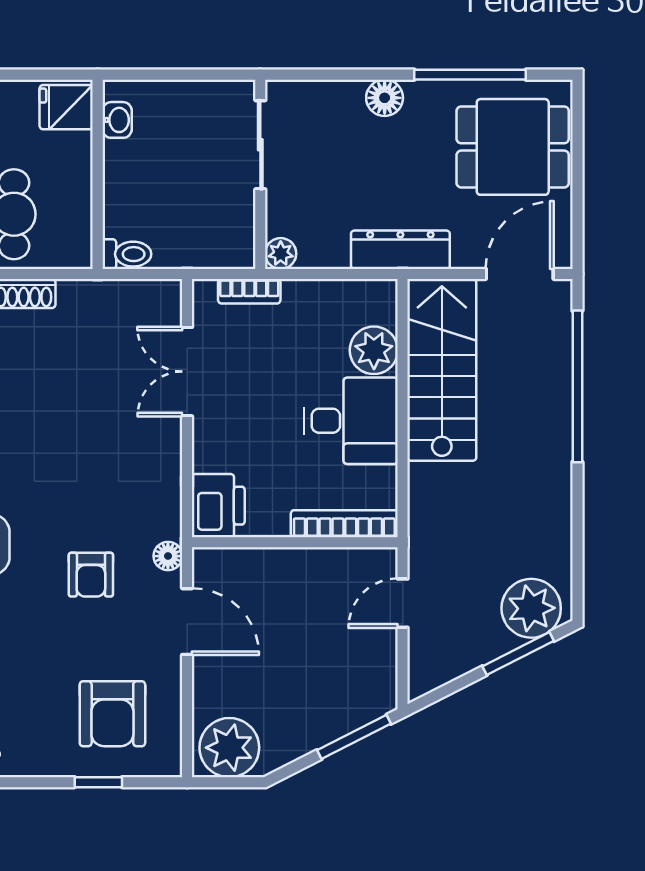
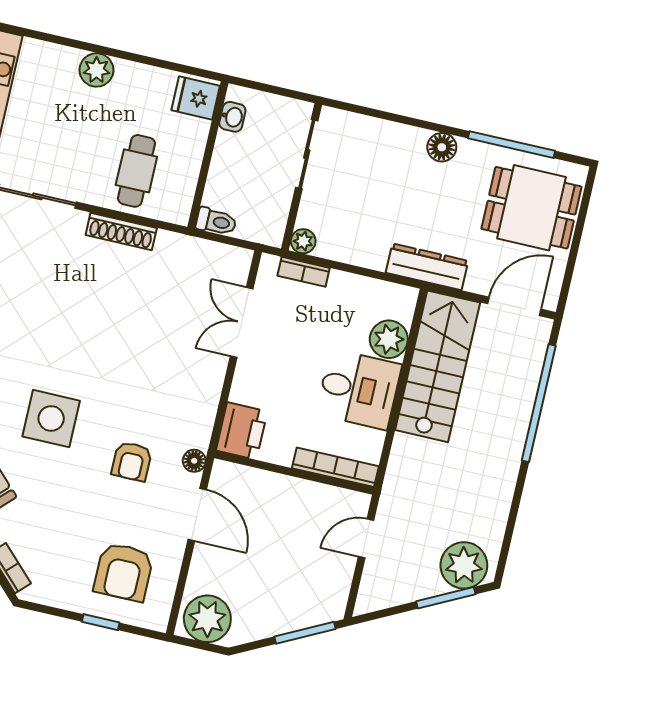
sliding door: (260, 145) -> (307, 154), moved
wall: (260, 174) -> (302, 177), moved
plant: (281, 254) -> (303, 241), moved

